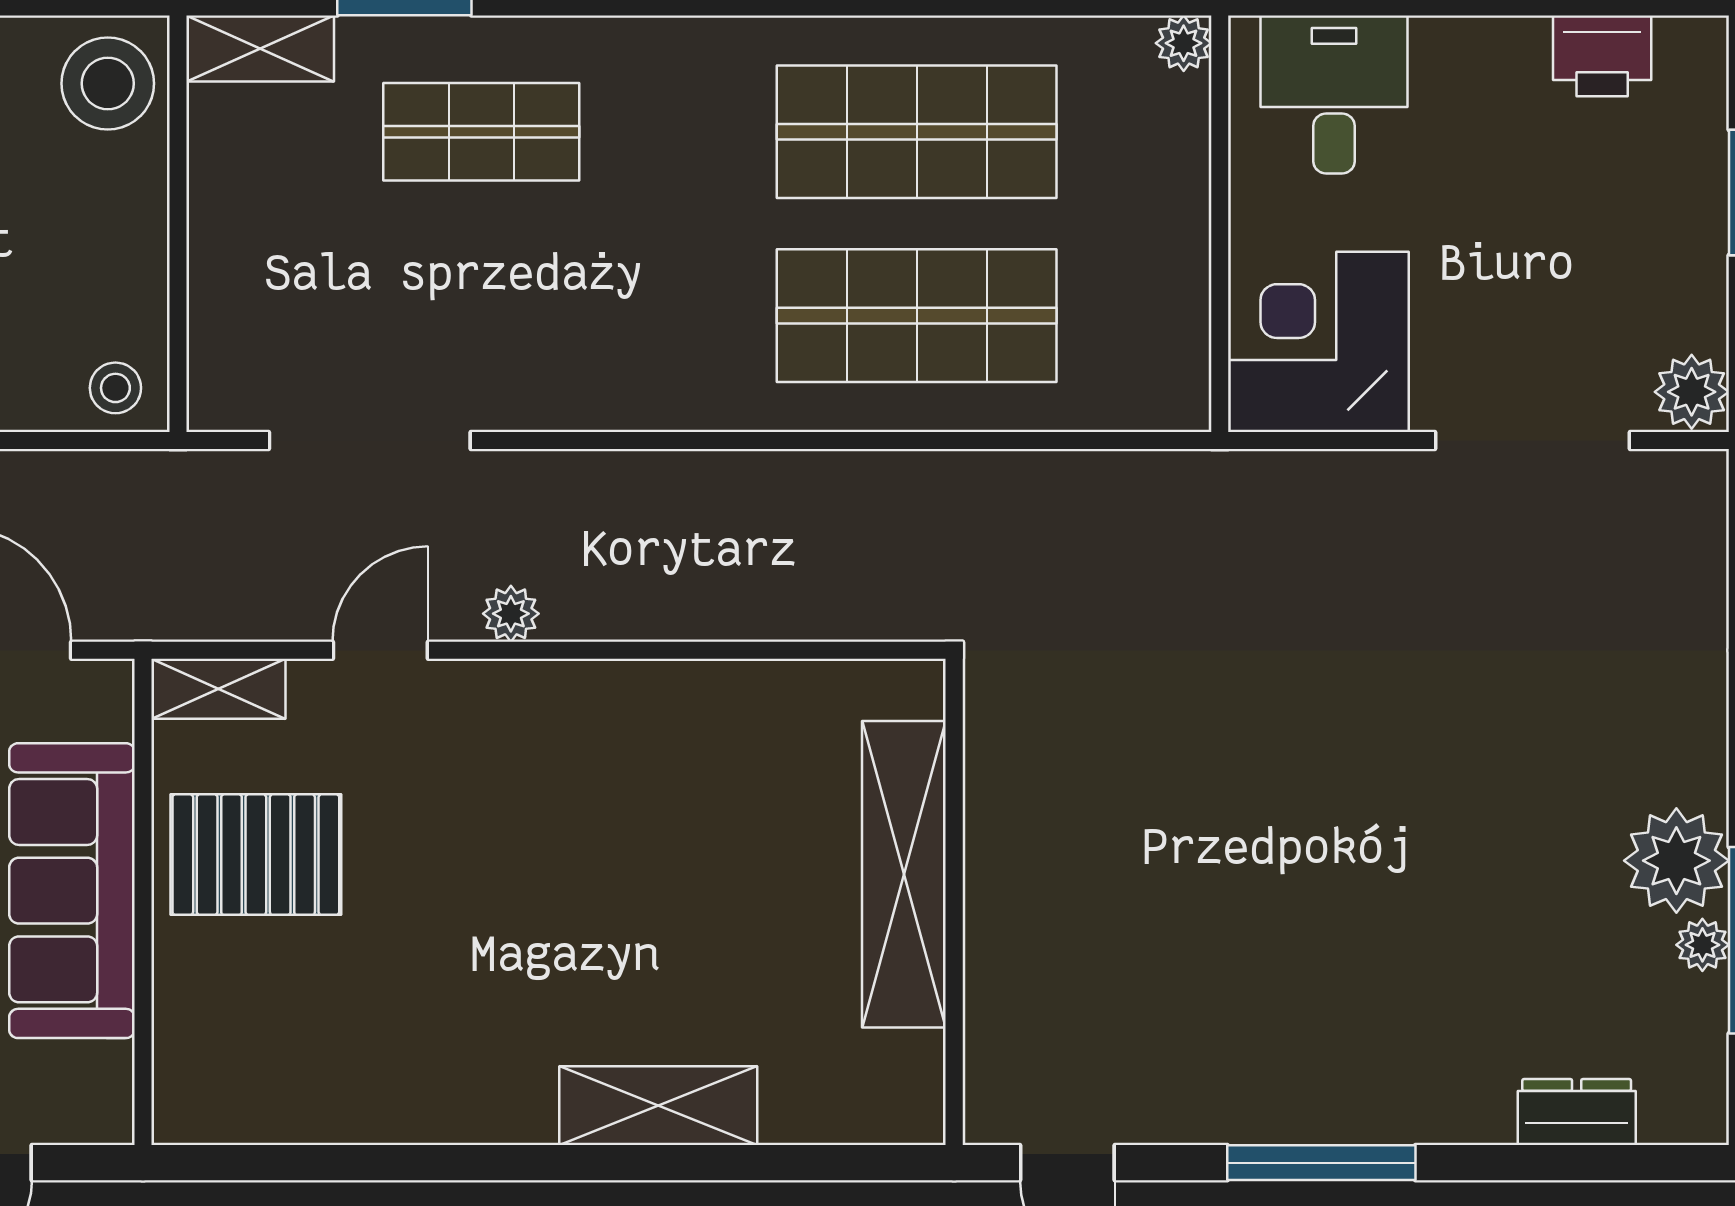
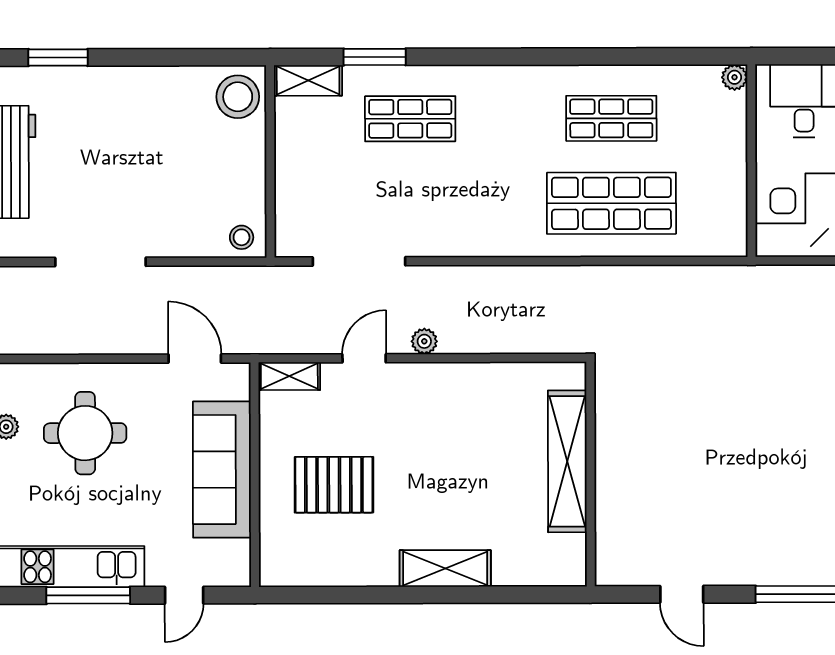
shop shelf: (917, 132) -> (611, 118), width x0.70, depth x0.74
pallet: (256, 855) -> (334, 485), moved
shelving: (904, 874) -> (567, 461), moved
wall: (954, 902) -> (590, 474), moved
shelving: (658, 1106) -> (445, 568), moved

